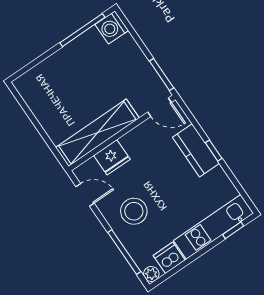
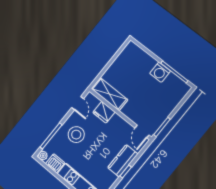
washing machine: (112, 27) -> (160, 72), moved, turned -90
shelving: (97, 133) -> (109, 94), width x0.68

